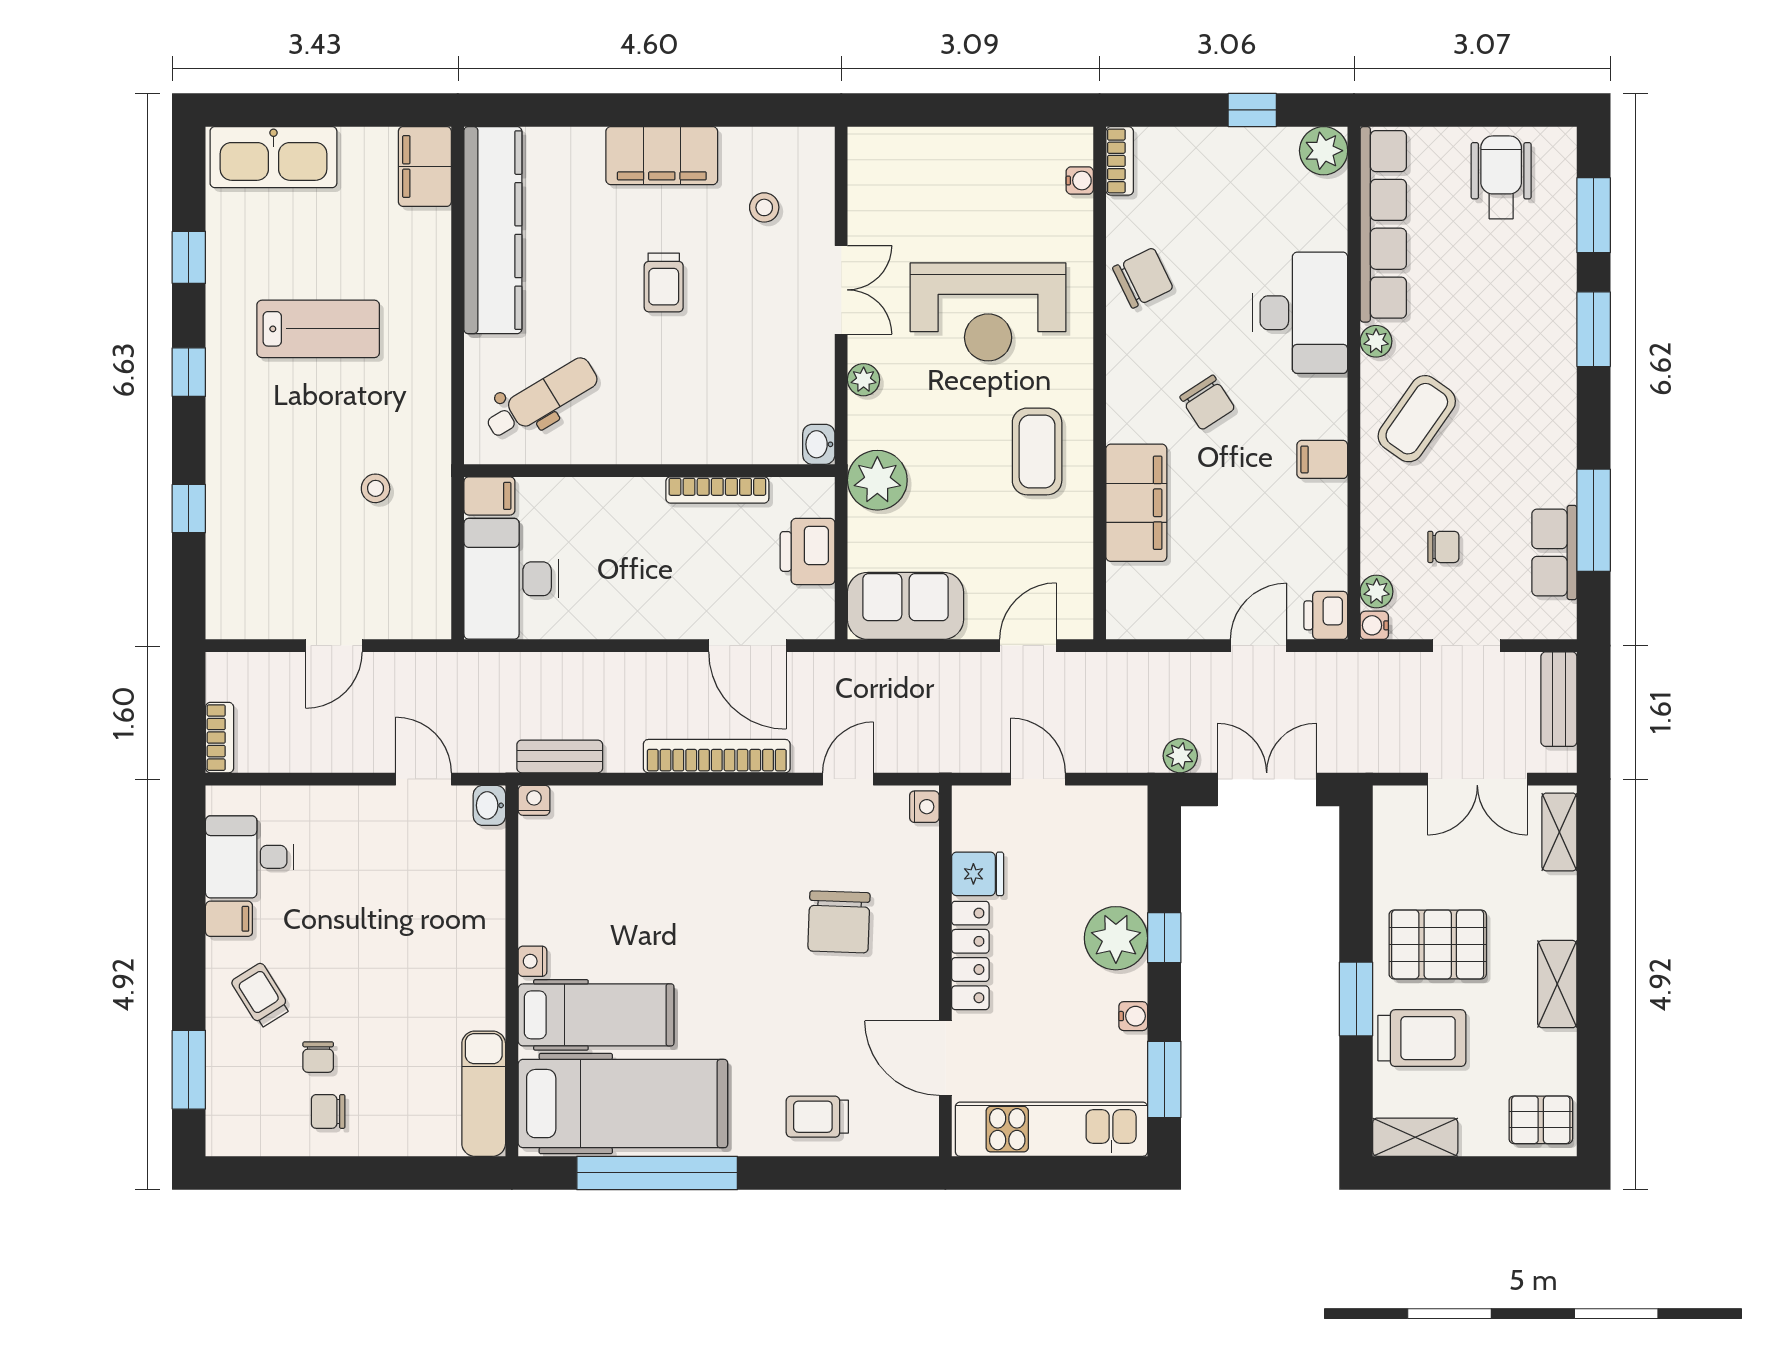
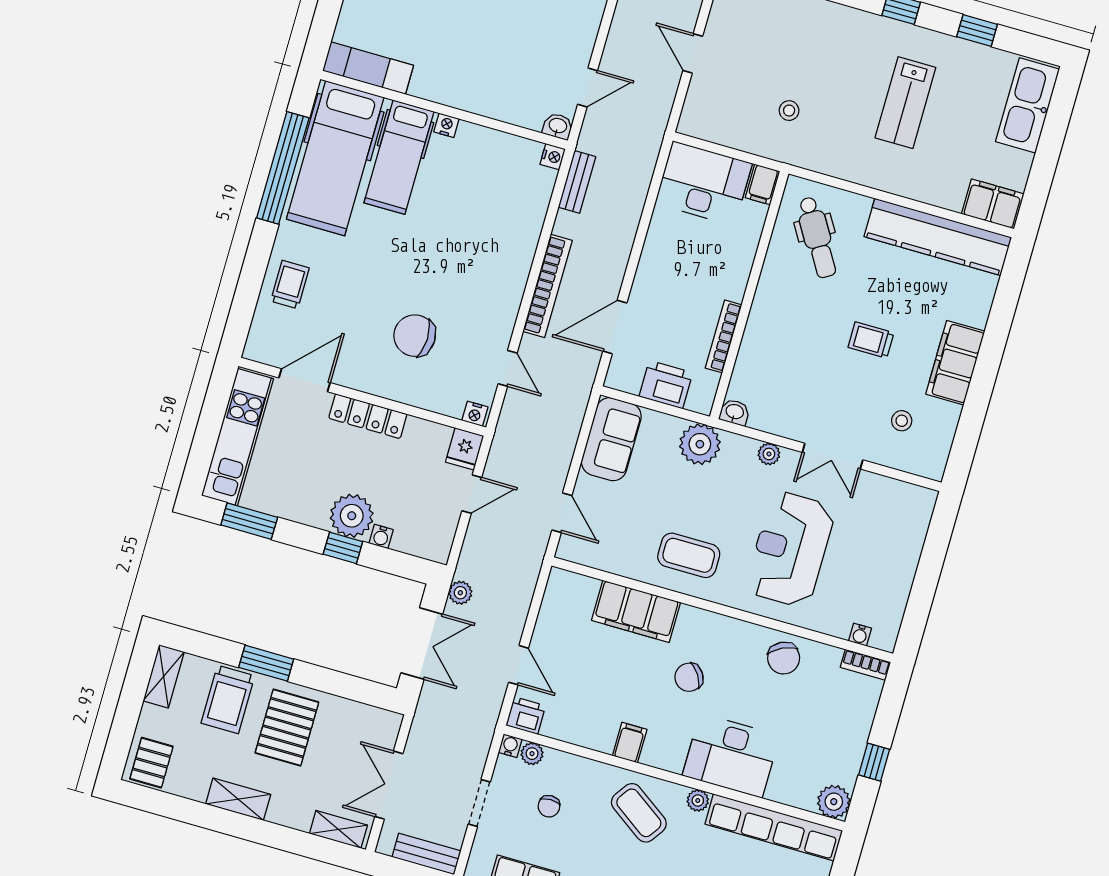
fridge: (978, 874) -> (465, 449), moved
water cooler: (1133, 1016) -> (381, 536), moved

